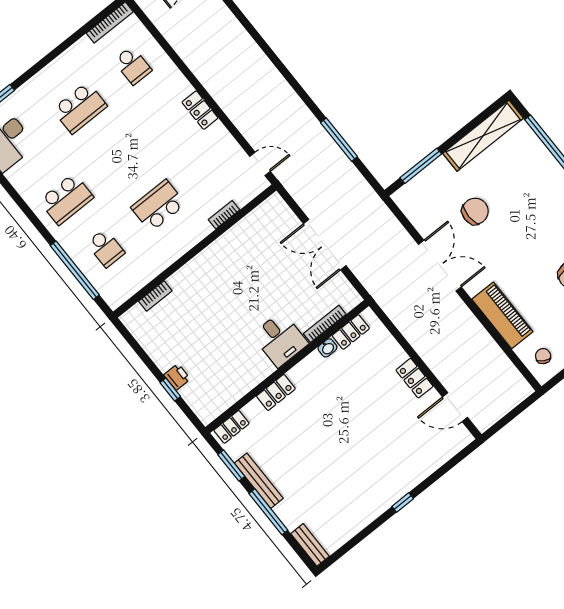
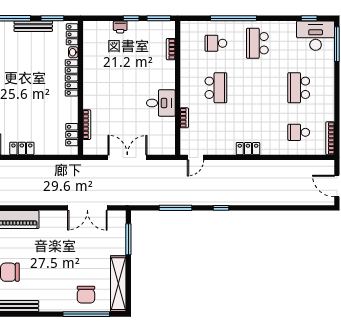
window: (296, 86) -> (221, 208), added
chair: (475, 211) -> (86, 295), moved
double door: (440, 266) -> (87, 208), moved
window: (75, 270) -> (234, 18), moved
desk: (280, 339) -> (161, 103), moved, turned 180
window: (130, 340) -> (159, 18), added
washbasin: (327, 348) -> (73, 52), moved
window: (170, 389) -> (131, 18), moved
locker: (276, 392) -> (72, 78), width x1.53

